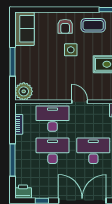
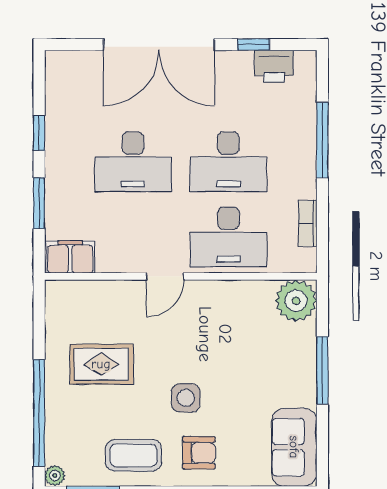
armchair: (65, 26) -> (199, 453), turned 90
door: (80, 102) -> (165, 276), hinge flipped
printer: (23, 192) -> (274, 66), moved

